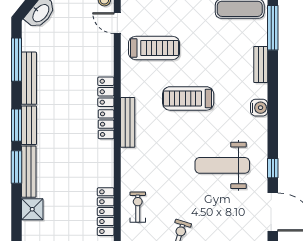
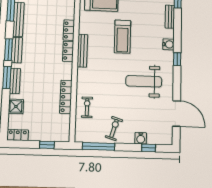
treadmill: (188, 98) -> (122, 37), turned -90
window: (273, 168) -> (177, 59), moved
bench: (29, 172) -> (15, 81), width x0.73
locker: (106, 212) -> (66, 97), moved

